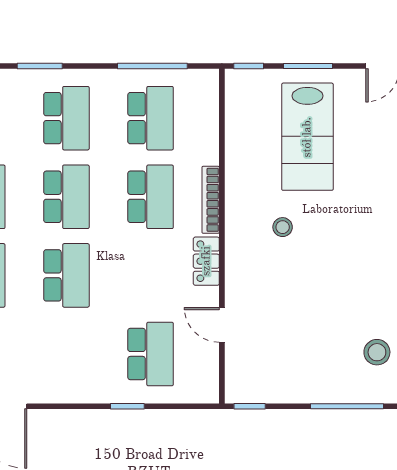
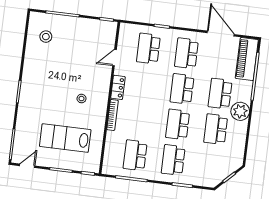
lab bench: (307, 137) -> (65, 138), turned -90
school desk: (151, 197) -> (186, 53), moved
door: (222, 325) -> (114, 58), swing flipped

